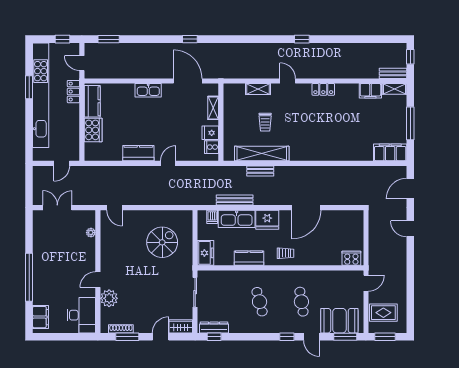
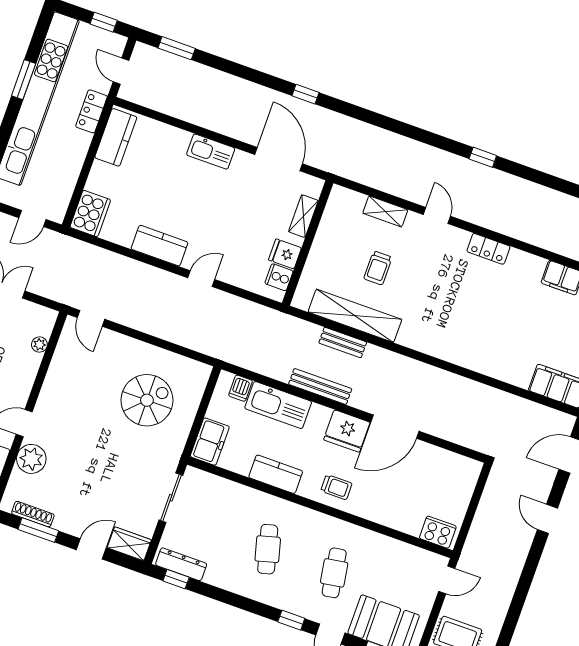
cooker: (93, 130) -> (90, 213), moved
bench: (235, 200) -> (320, 386), moved
fridge: (267, 220) -> (347, 431), moved

